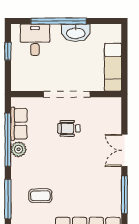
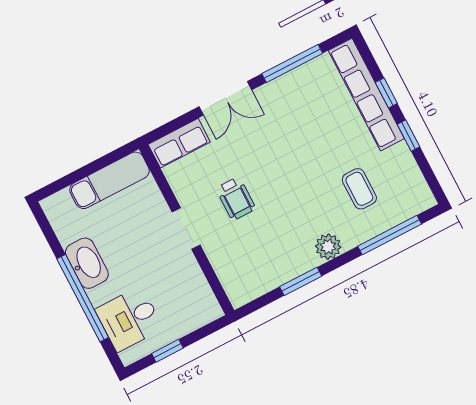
doorway: (67, 94) -> (186, 229), width x0.53
row of seats: (19, 124) -> (179, 143), moved, turned 180
window: (8, 140) -> (301, 281), width x0.47
plant: (19, 149) -> (328, 247), moved

